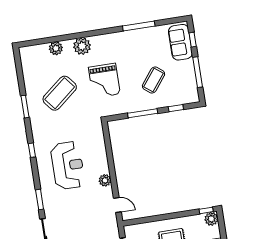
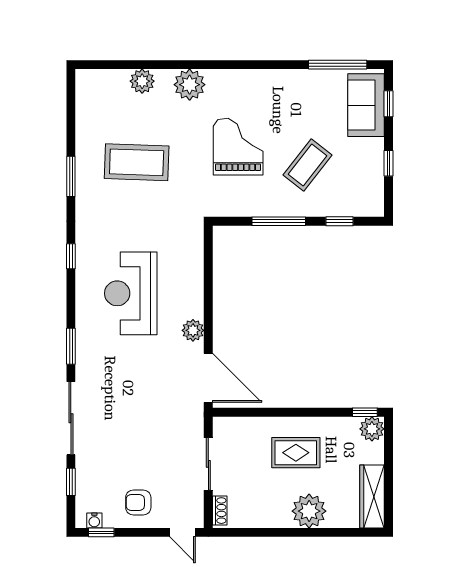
window: (139, 26) -> (338, 65), moved
window: (198, 72) -> (389, 163), width x0.46
grand piano: (104, 81) -> (238, 147), moved, turned 180
coffee table: (60, 93) -> (137, 162), turned 41
reception desk: (68, 165) -> (131, 293), turned 180
door: (117, 205) -> (208, 378), width x1.87

